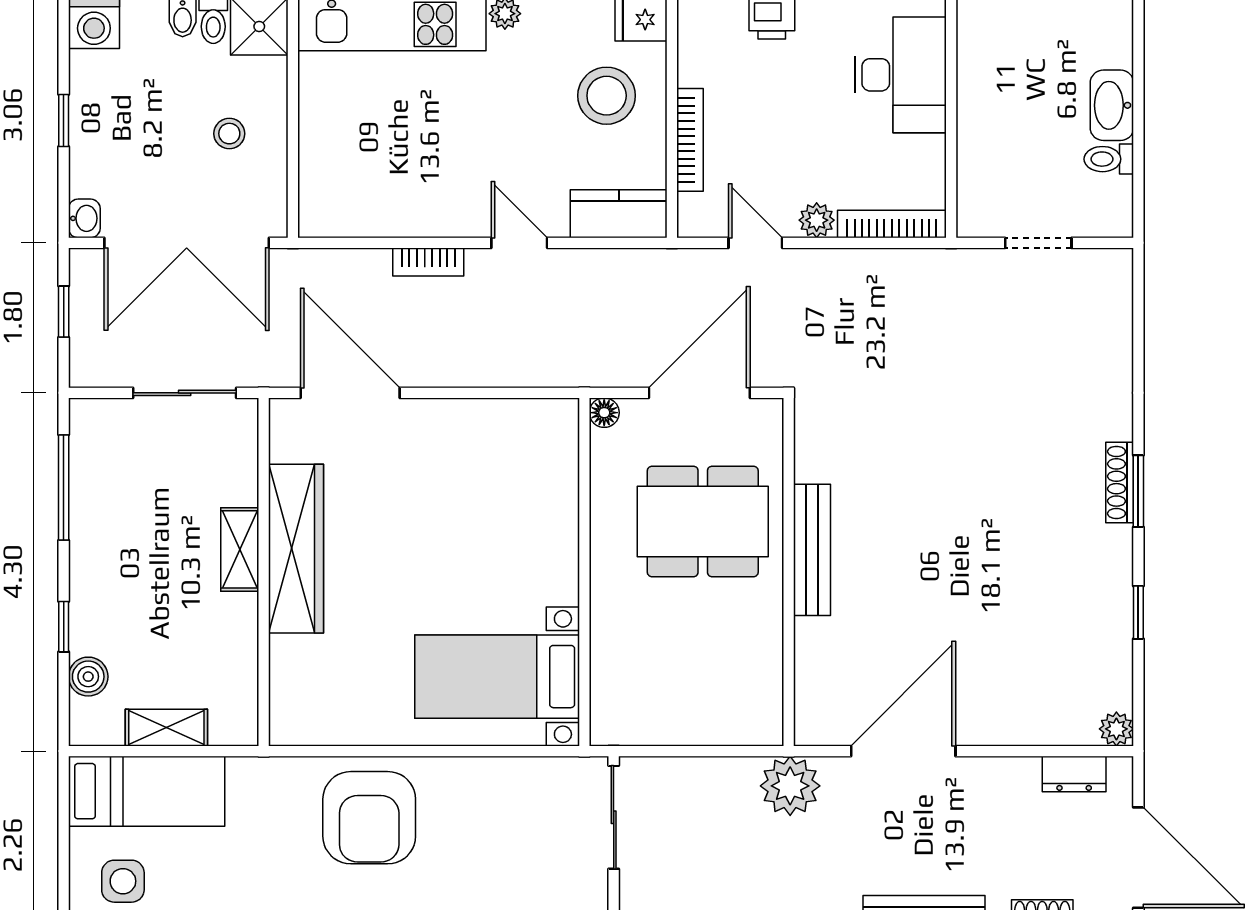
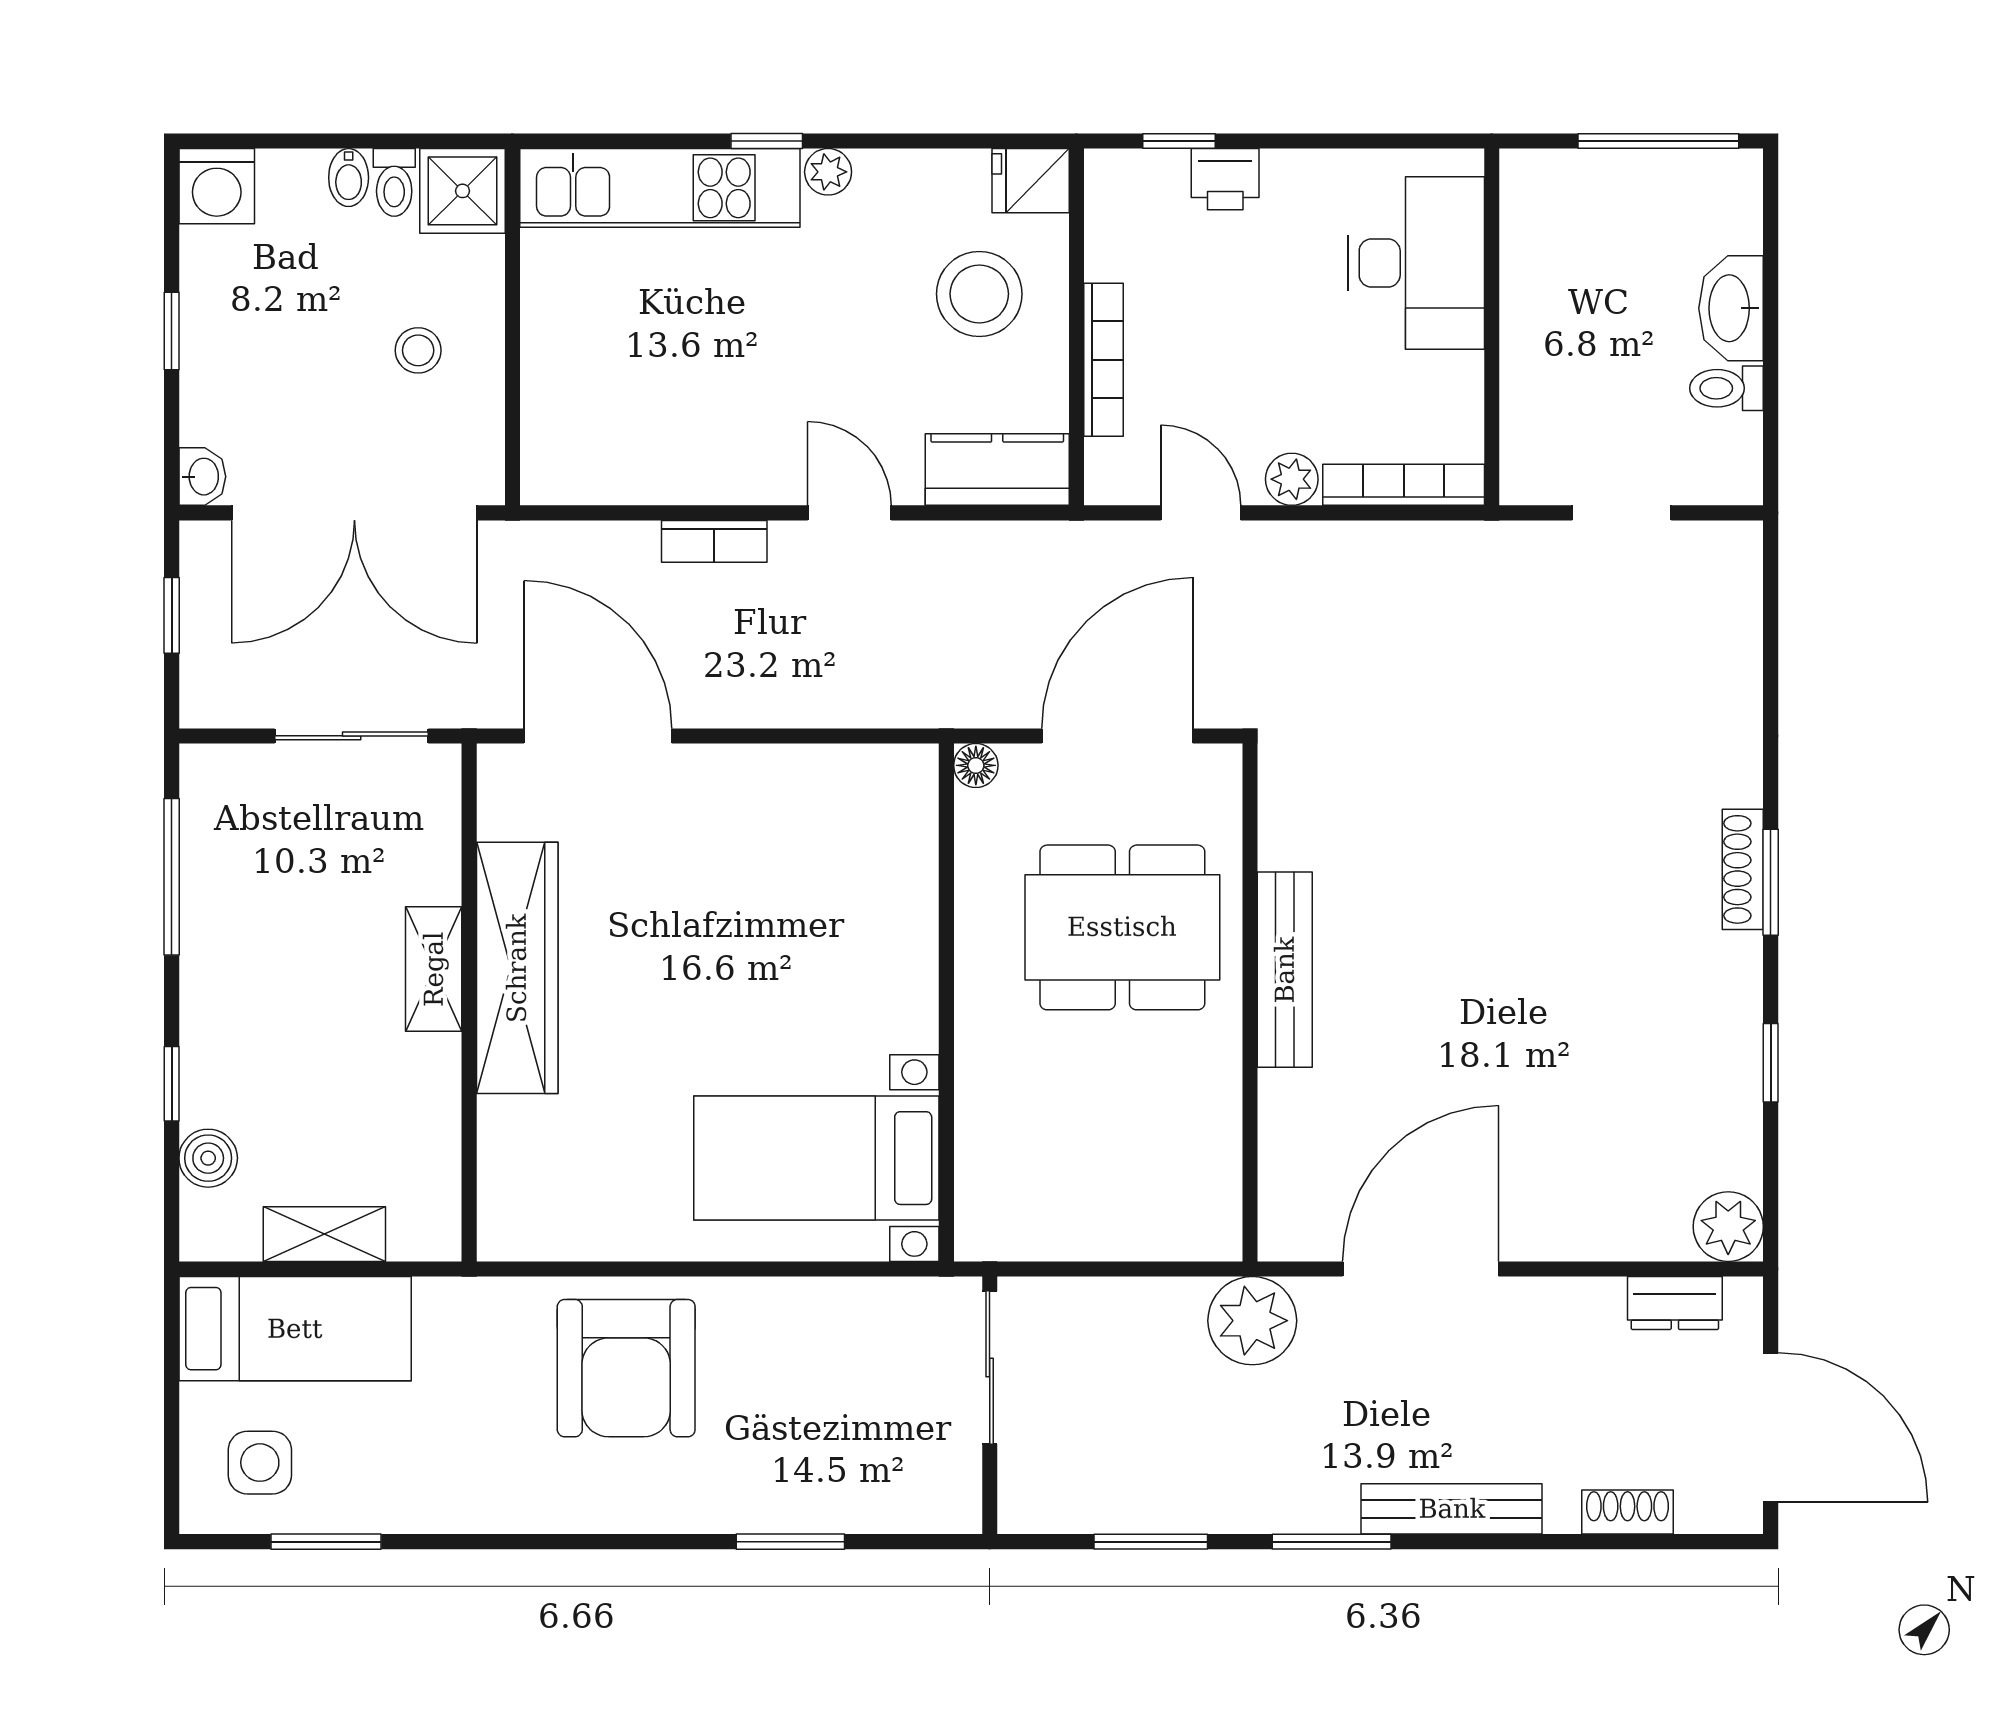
plant: (1116, 729) -> (1728, 1227), width x1.38, depth x1.38

